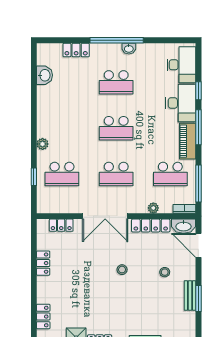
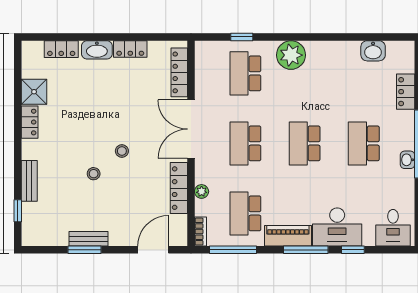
desk: (181, 65) -> (393, 228), width x0.73
plant: (43, 144) -> (291, 55), width x1.87, depth x1.87
locker: (61, 225) -> (179, 72), width x1.53
washbasin: (183, 226) -> (97, 50), moved, turned -90
stool: (165, 272) -> (94, 174), moved

